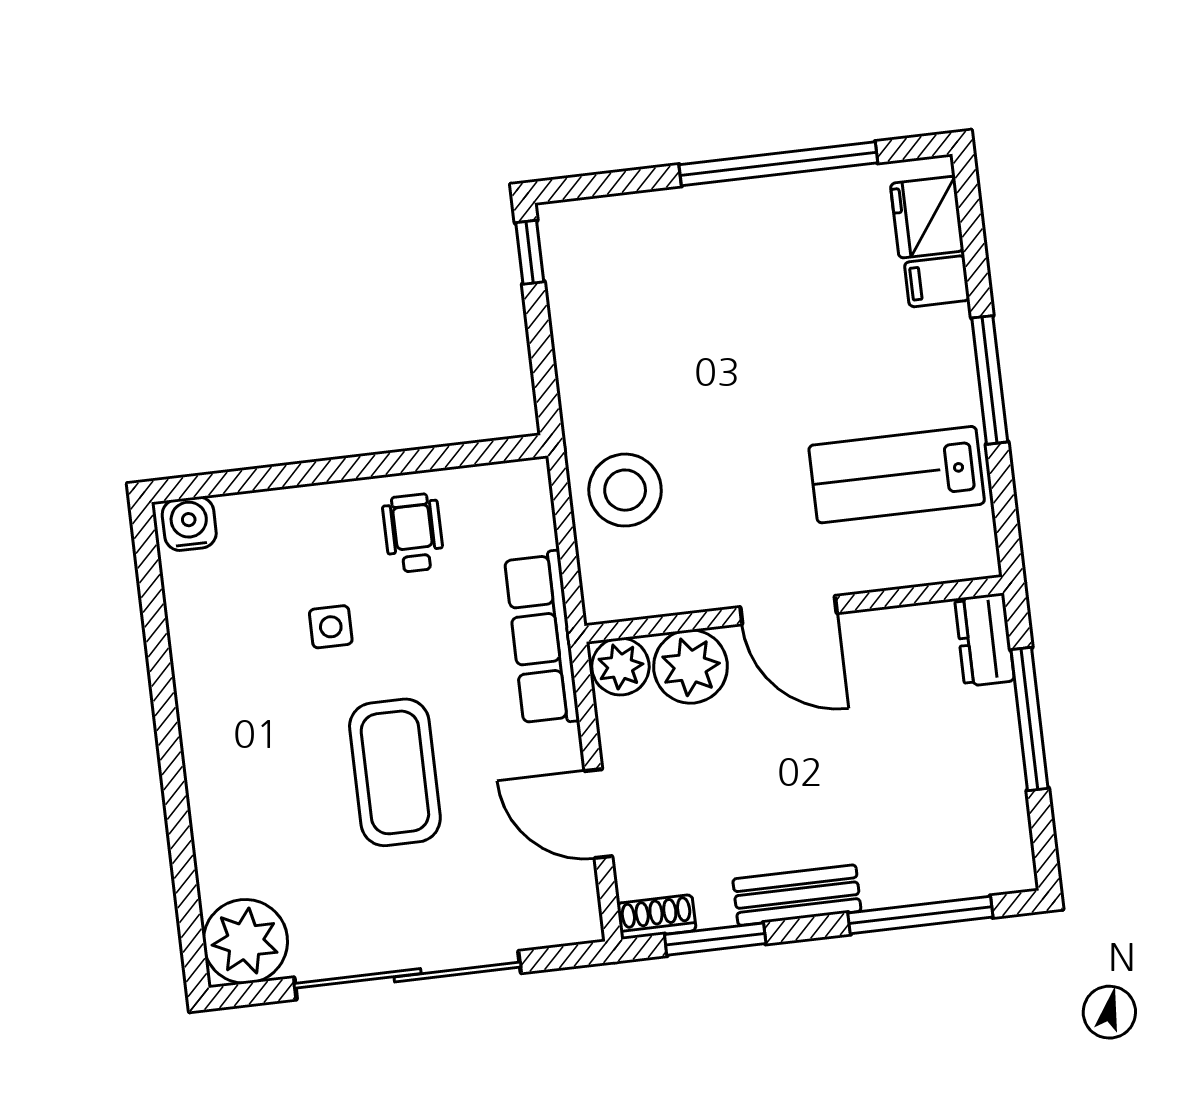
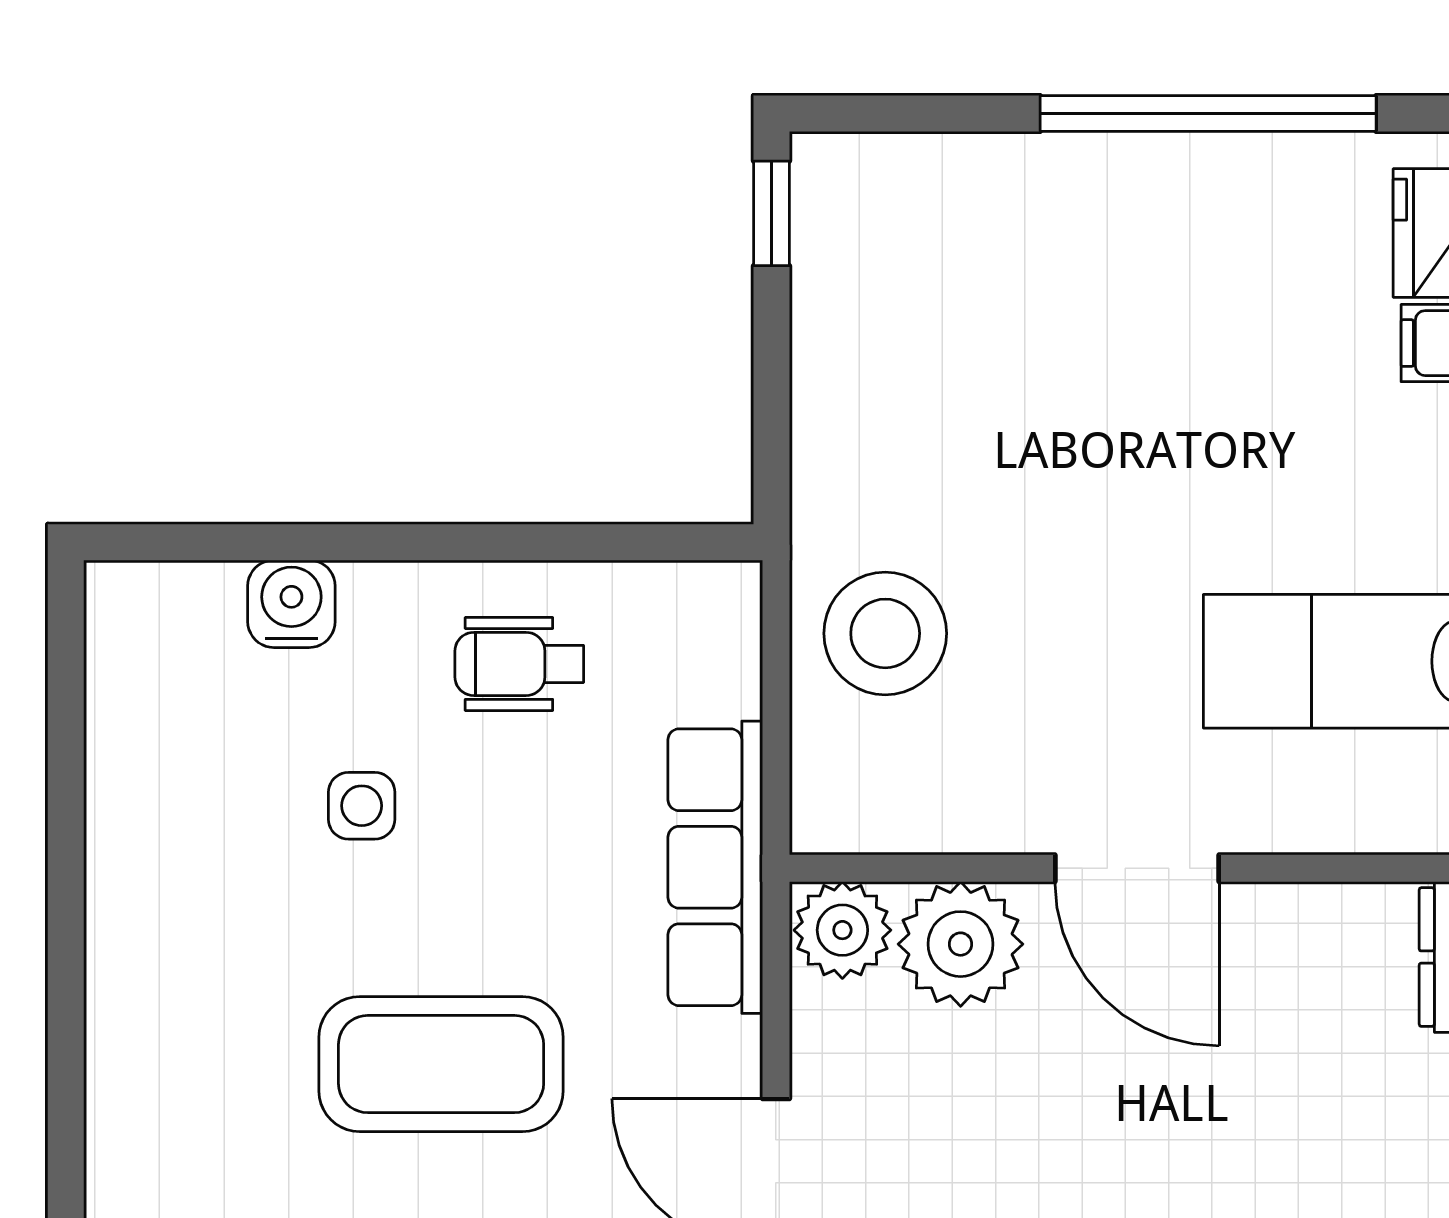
water cooler: (189, 524) -> (291, 604), moved
wheelchair: (413, 533) -> (519, 664), turned -90
coffee table: (395, 772) -> (441, 1064), turned 90

